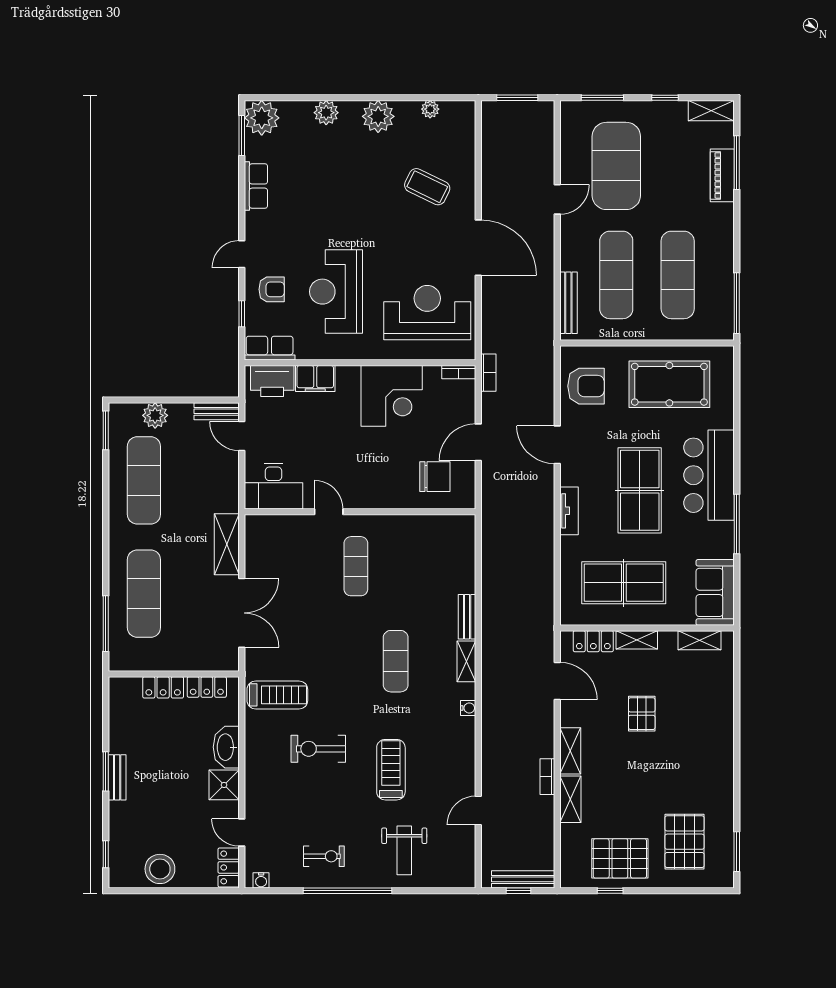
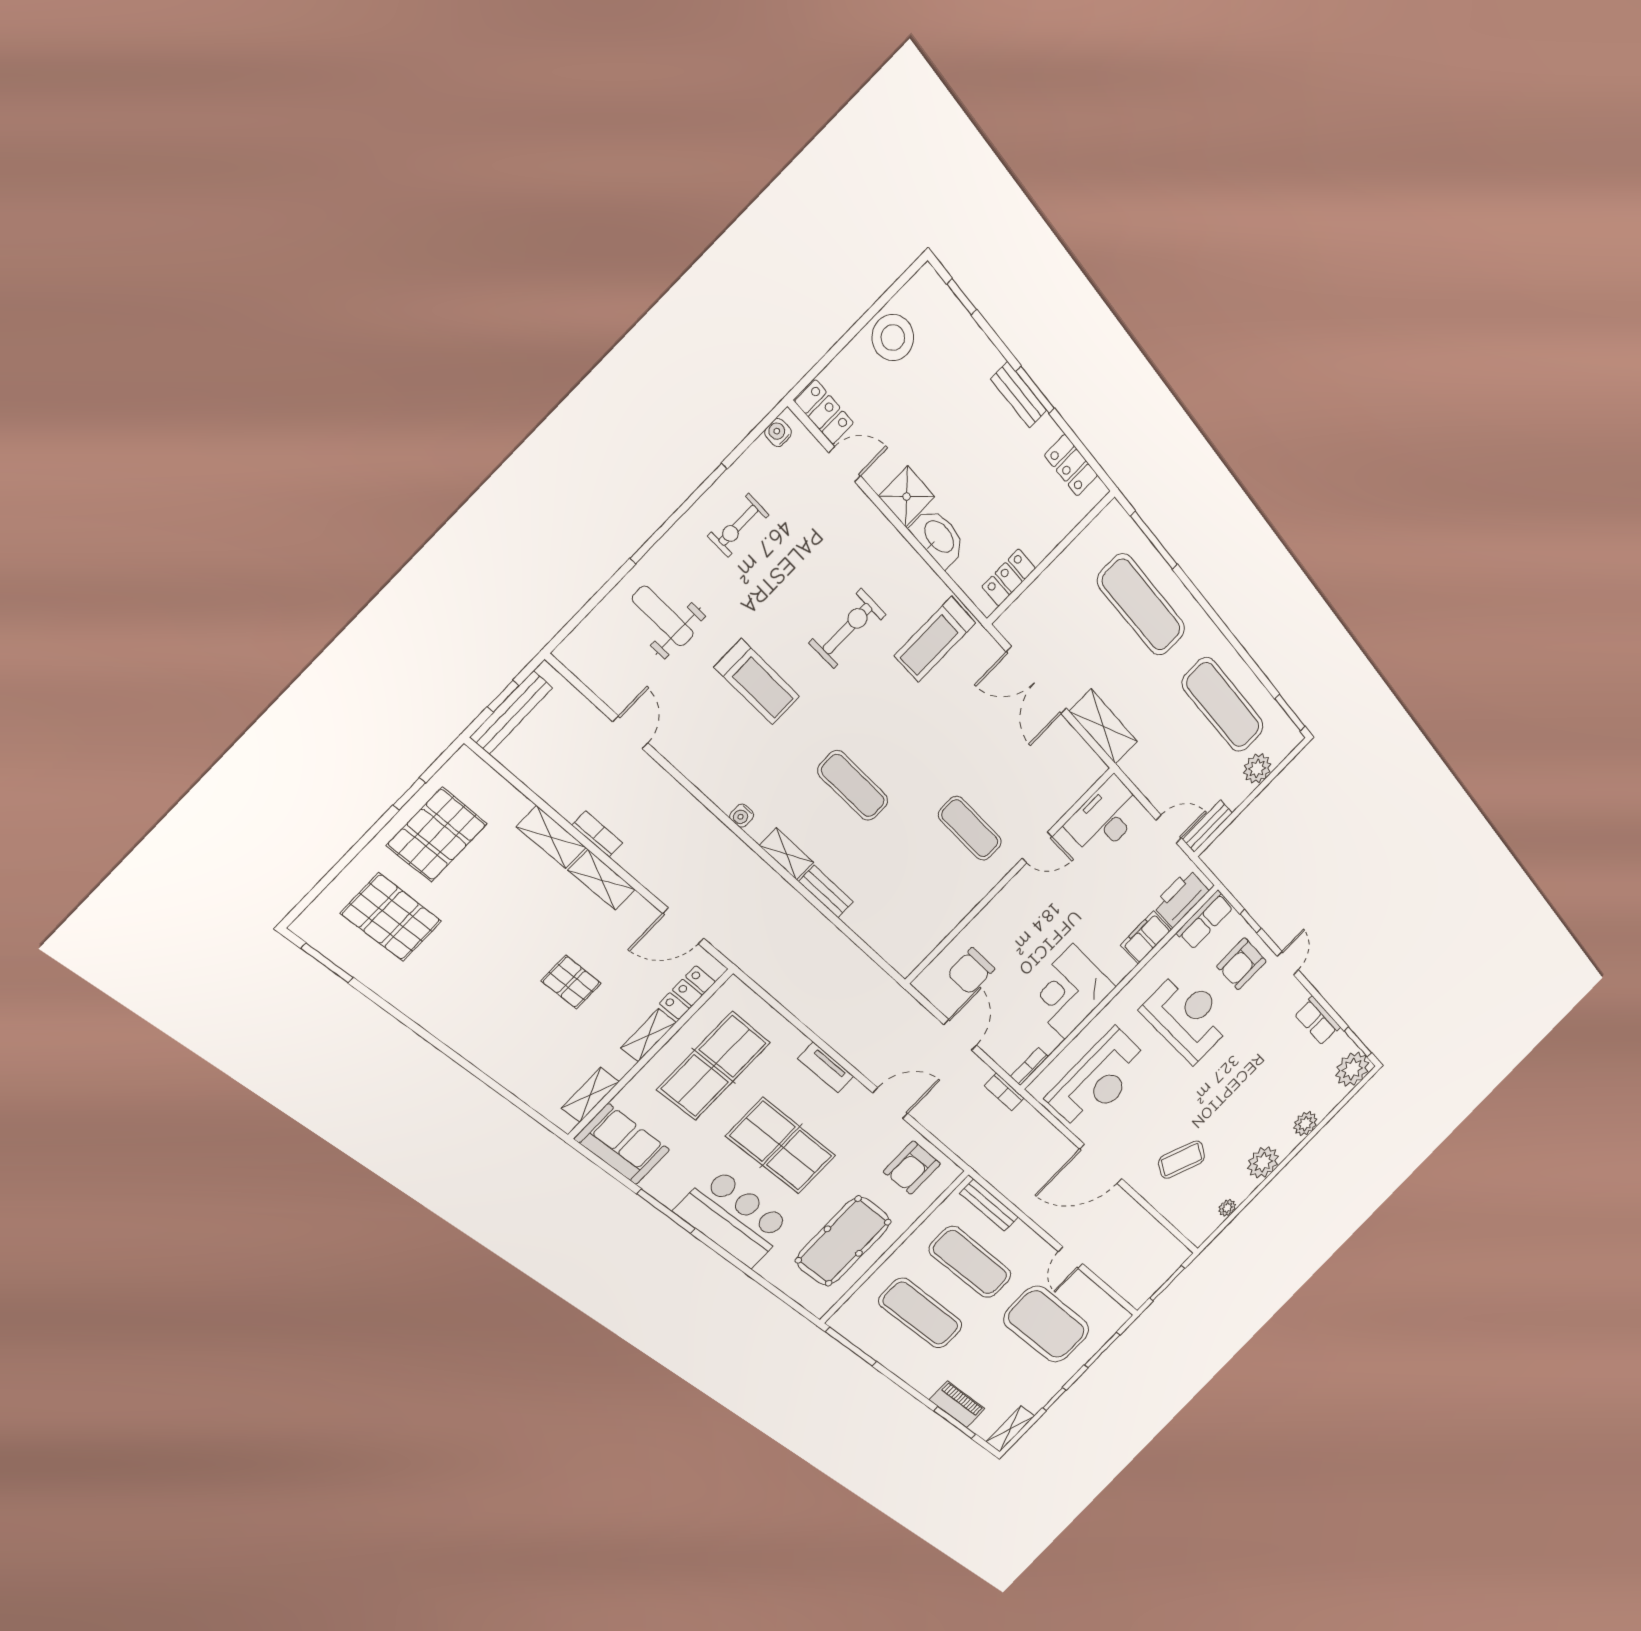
armchair: (272, 289) -> (1241, 964), width x1.38, depth x1.38
locker: (163, 687) -> (1071, 465), moved, turned -90

